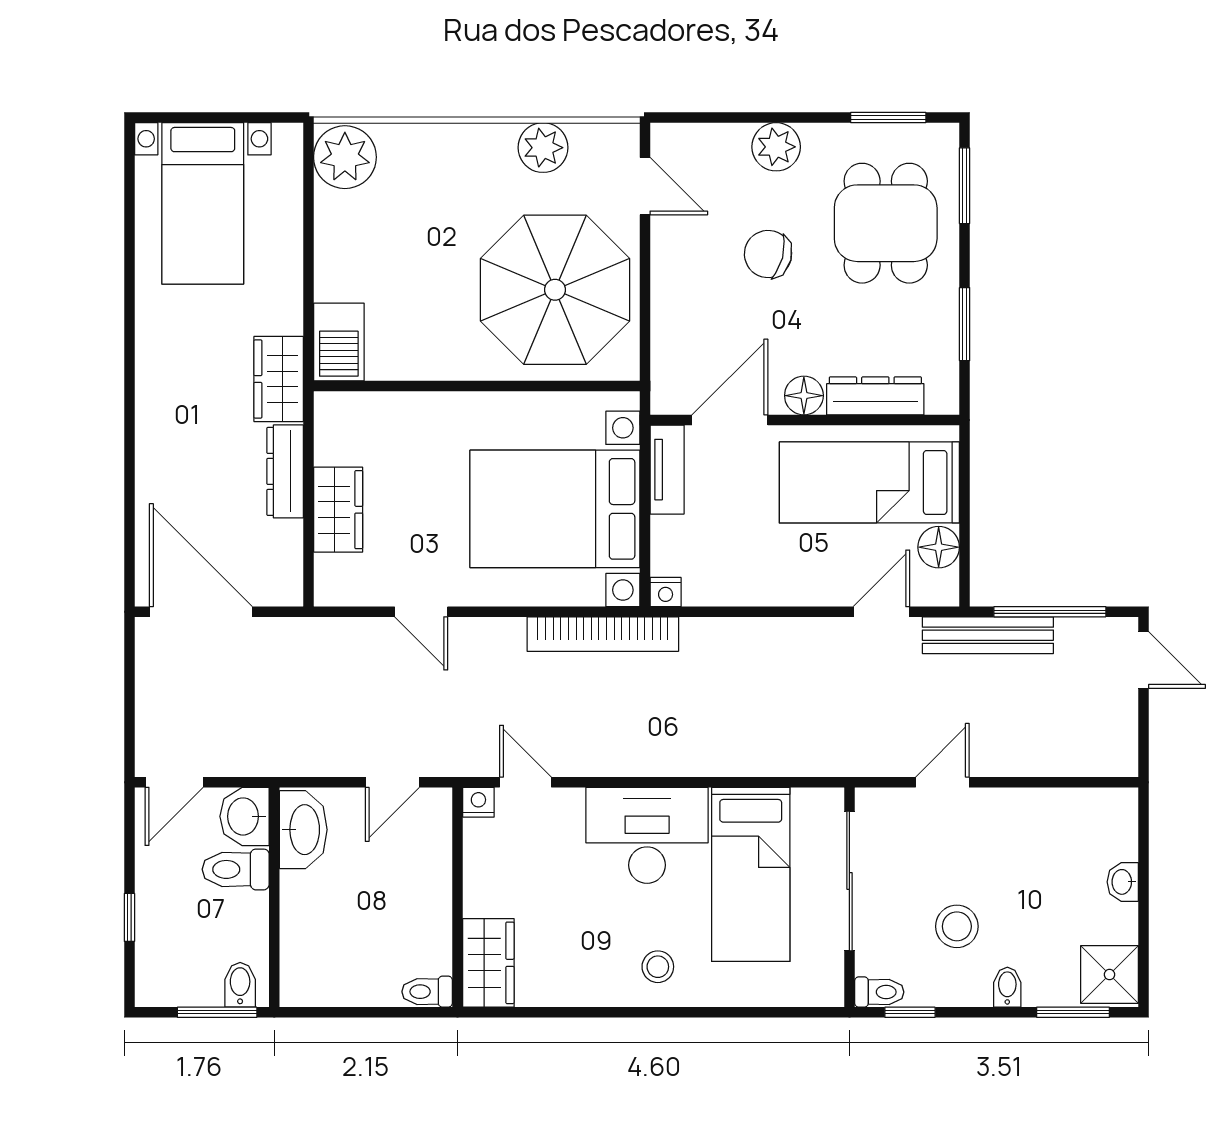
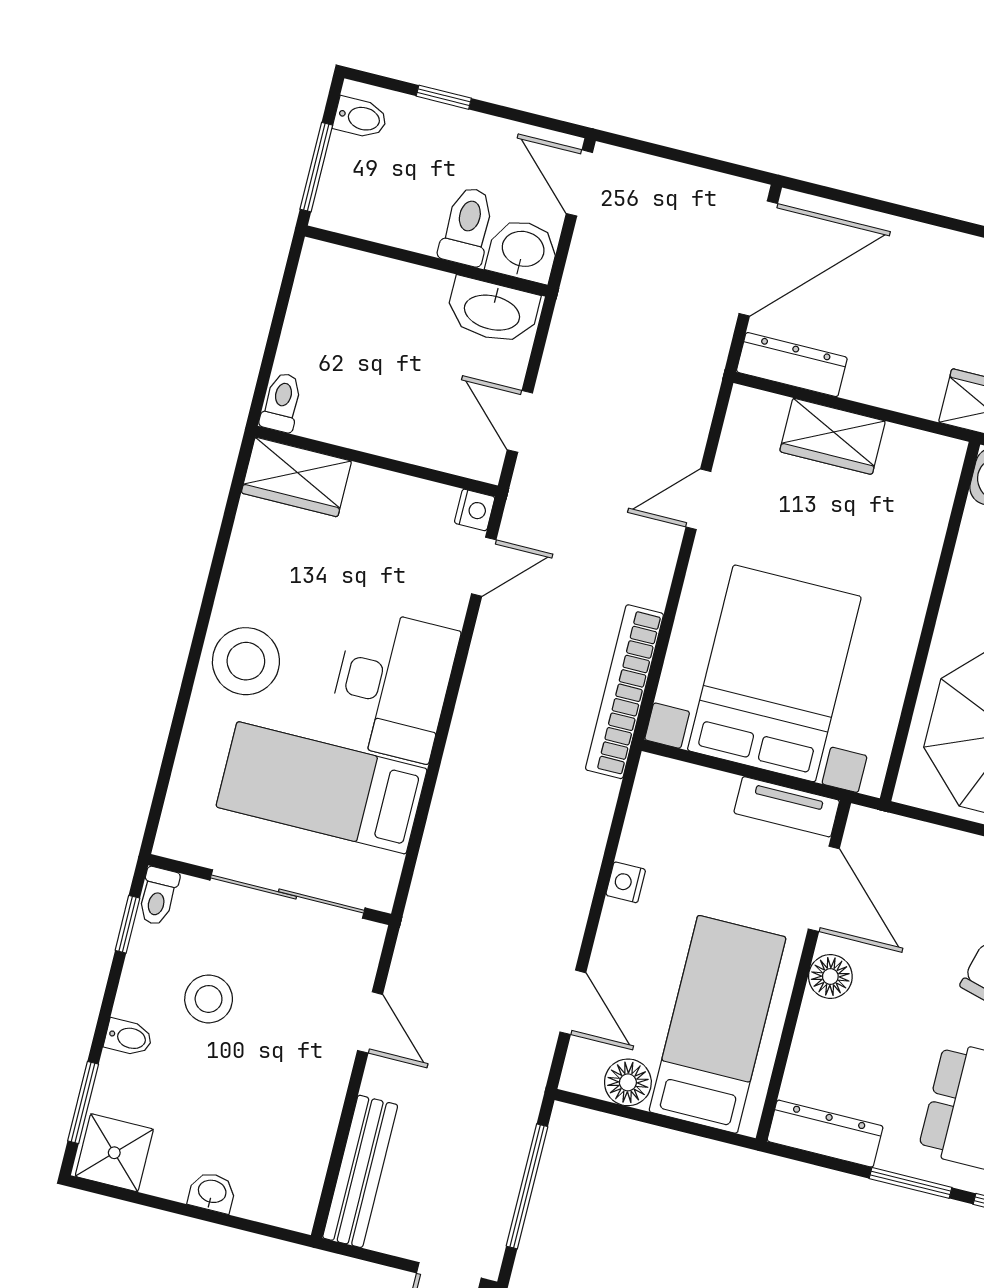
window: (965, 324) -> (911, 1183), moved
dresser: (875, 396) -> (825, 1134), moved, turned -90
dresser: (285, 471) -> (792, 365), moved
nightstand: (666, 592) -> (626, 882), moved
bench: (988, 635) -> (360, 1171), moved
stool: (658, 967) -> (246, 661), width x1.89, depth x1.89
bidet: (240, 985) -> (360, 118), moved

